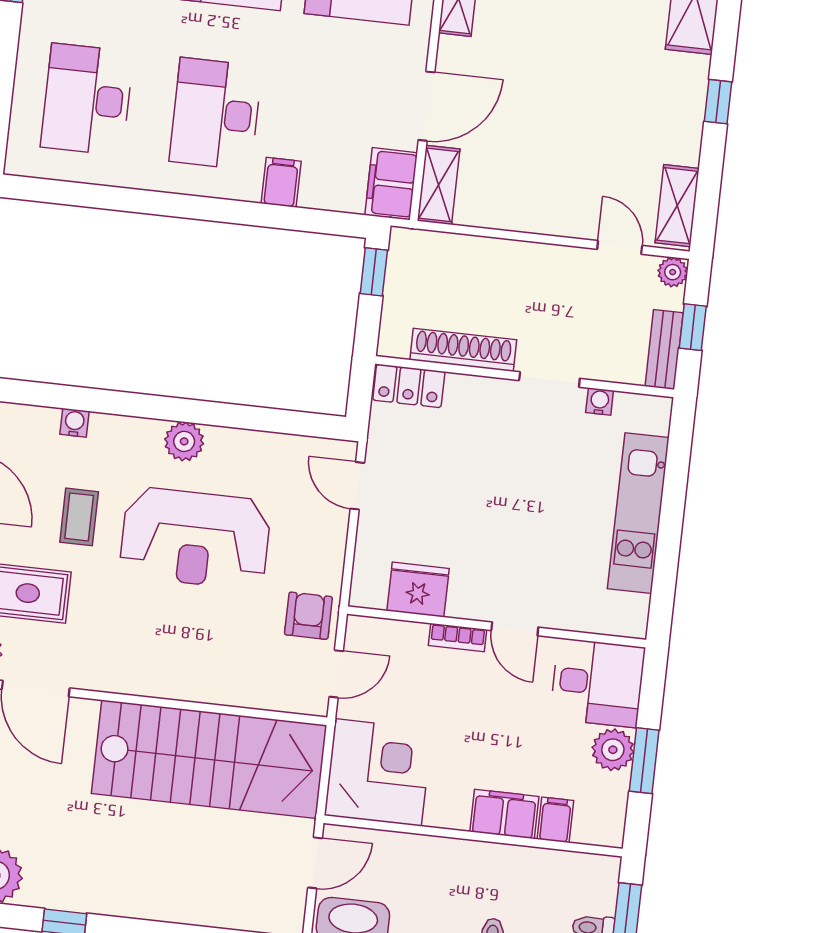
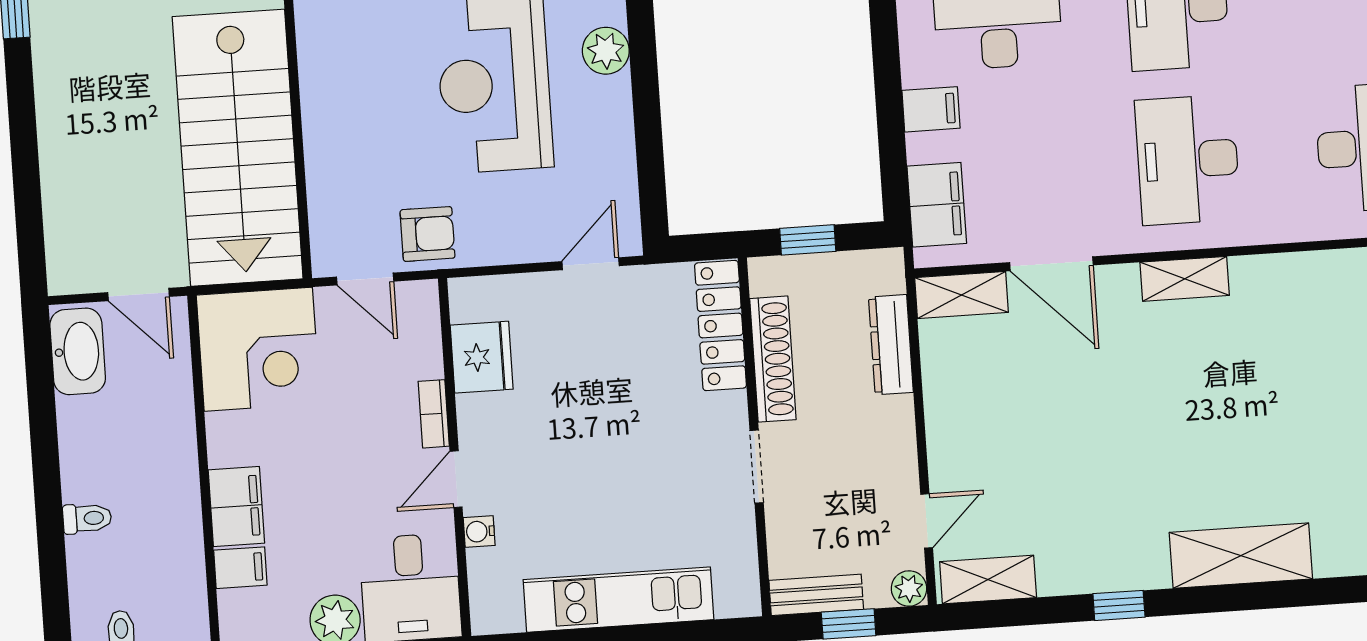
filing cabinet: (391, 184) -> (937, 205), moved, turned 90
dresser: (469, 250) -> (891, 345), added
window: (374, 272) -> (808, 240), moved
locker: (409, 386) -> (721, 326), width x1.53
water cooler: (600, 401) -> (479, 531), moved, turned 180

